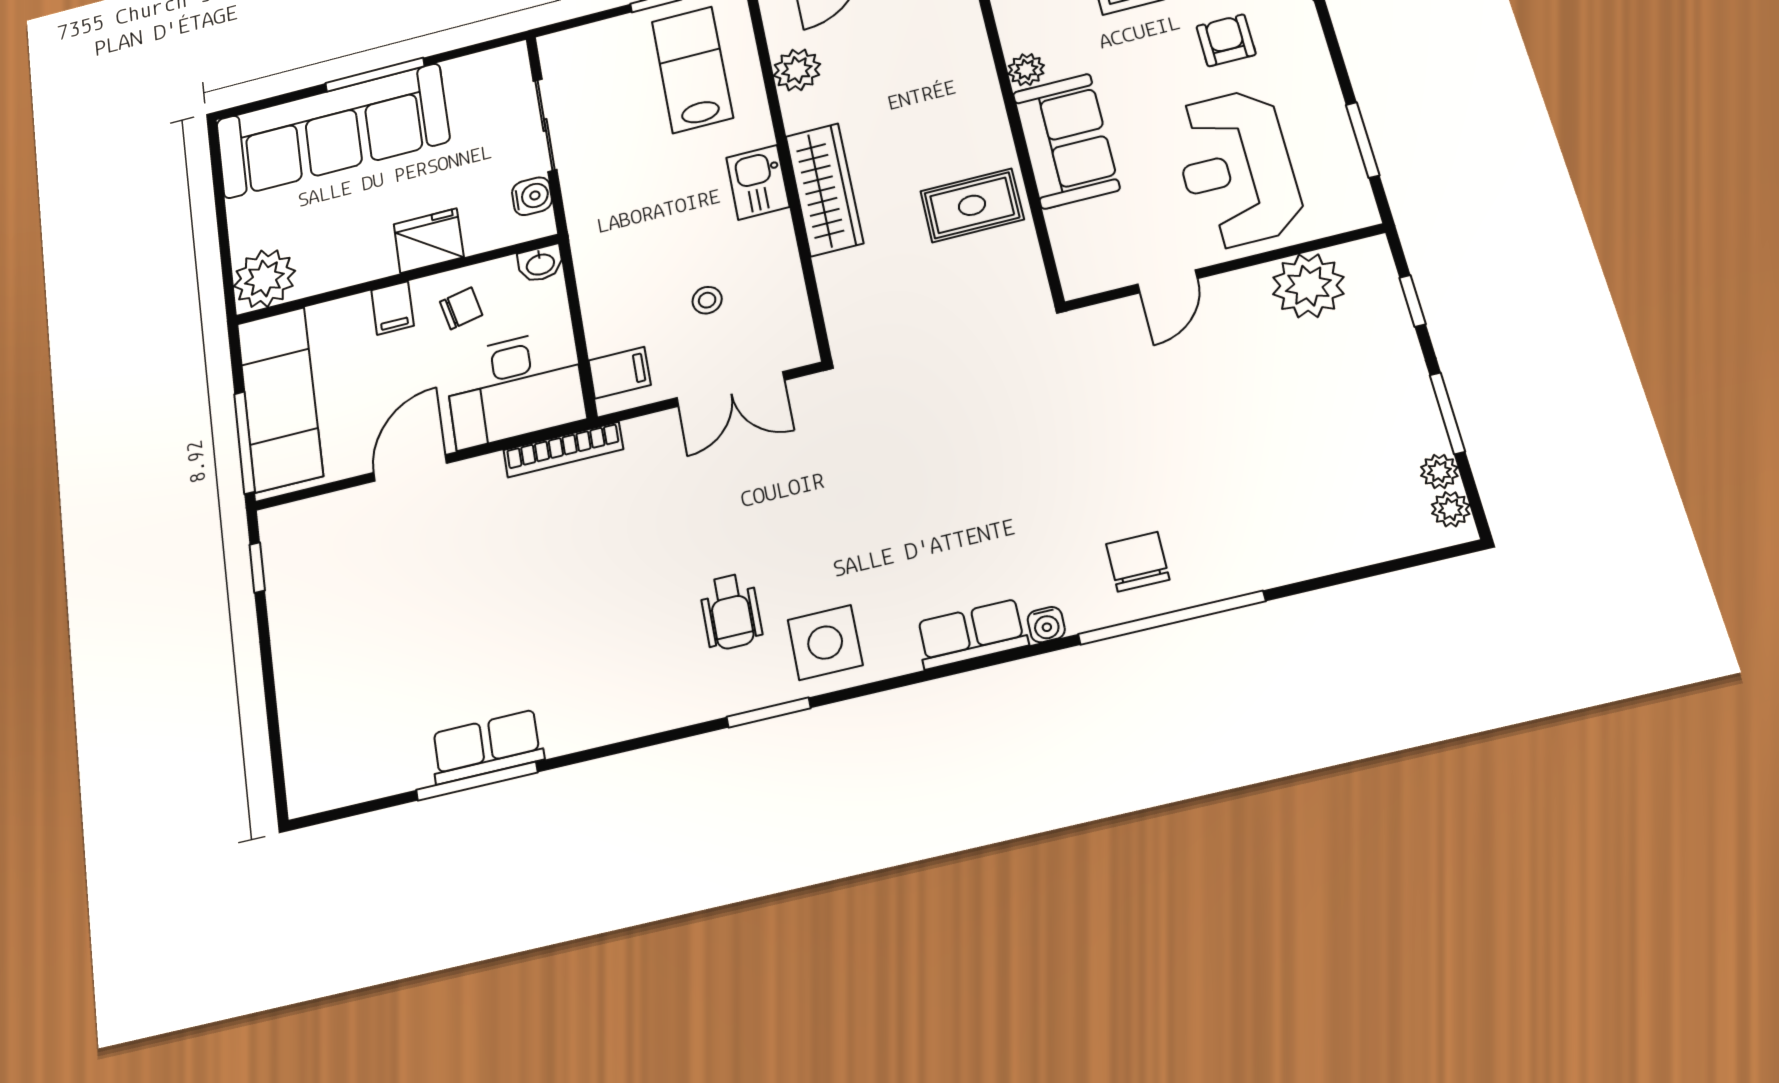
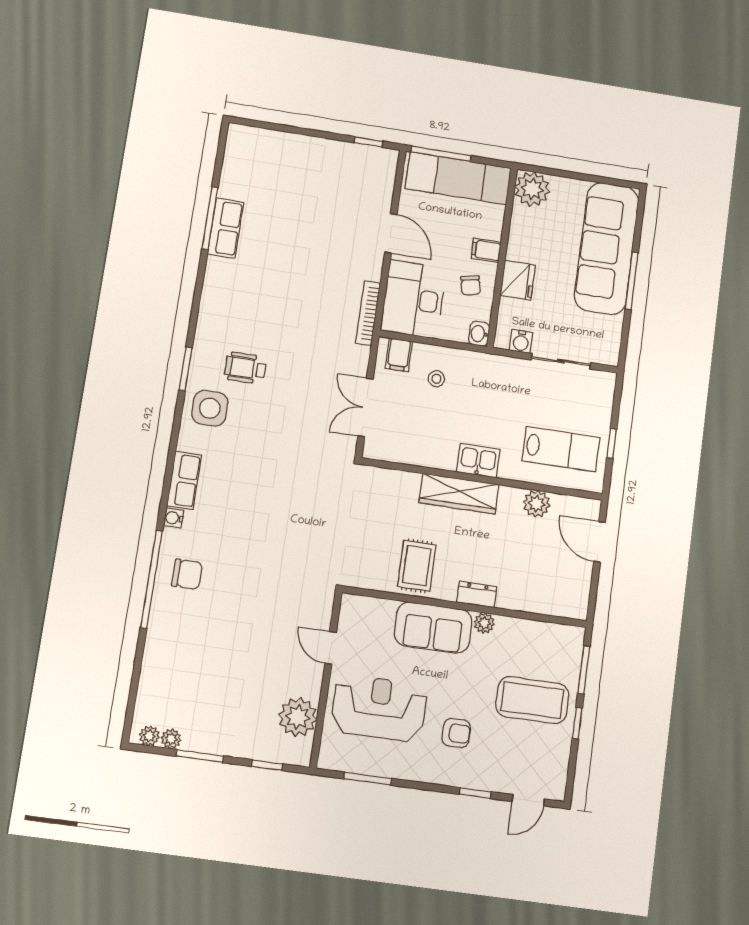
dresser: (983, 99) -> (477, 594), added
stool: (707, 300) -> (436, 379), moved

